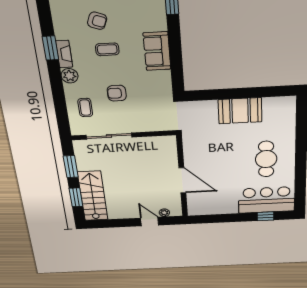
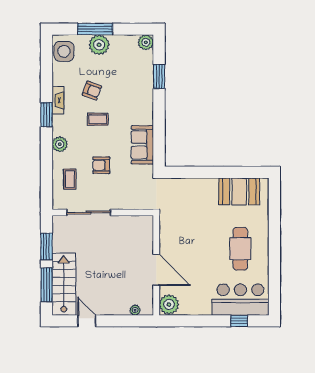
sofa: (157, 51) -> (142, 145), moved
fireplace: (64, 54) -> (58, 100), moved
booth: (240, 111) -> (239, 191), moved
window: (76, 197) -> (46, 285), width x1.44
plant: (197, 207) -> (169, 304), added
door: (149, 222) -> (87, 321), moved

